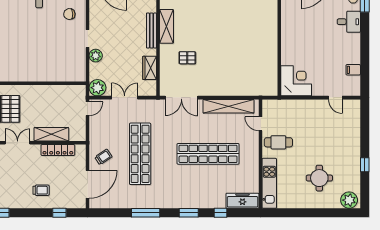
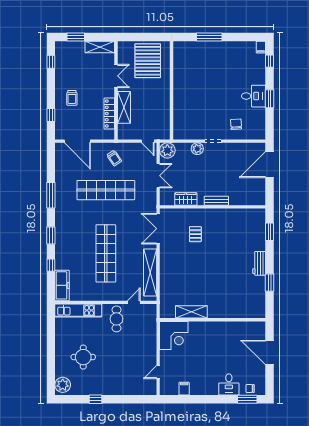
shelving: (167, 26) -> (191, 312), moved
bench: (151, 30) -> (216, 201), width x0.73
trolley: (103, 157) -> (114, 158), moved

